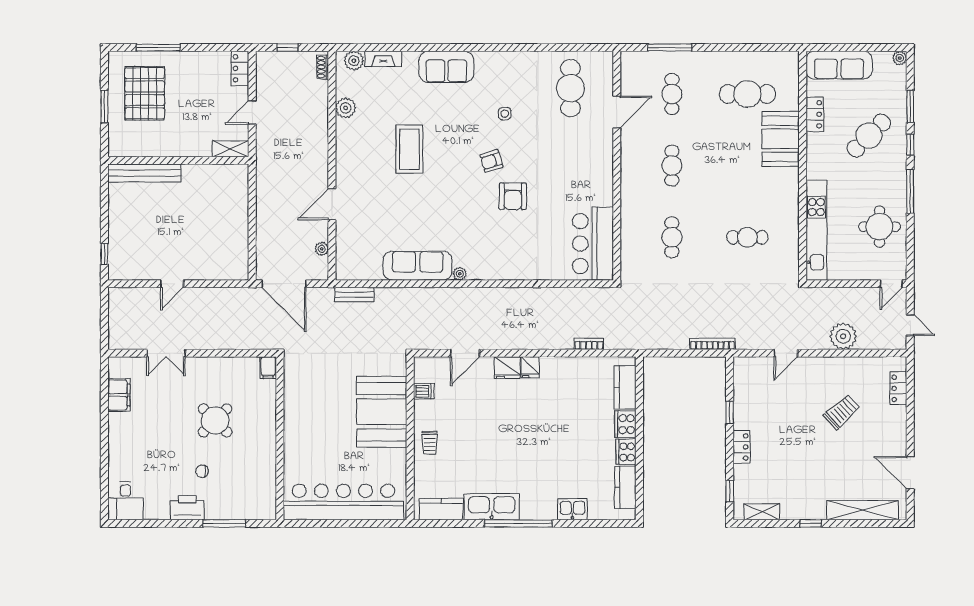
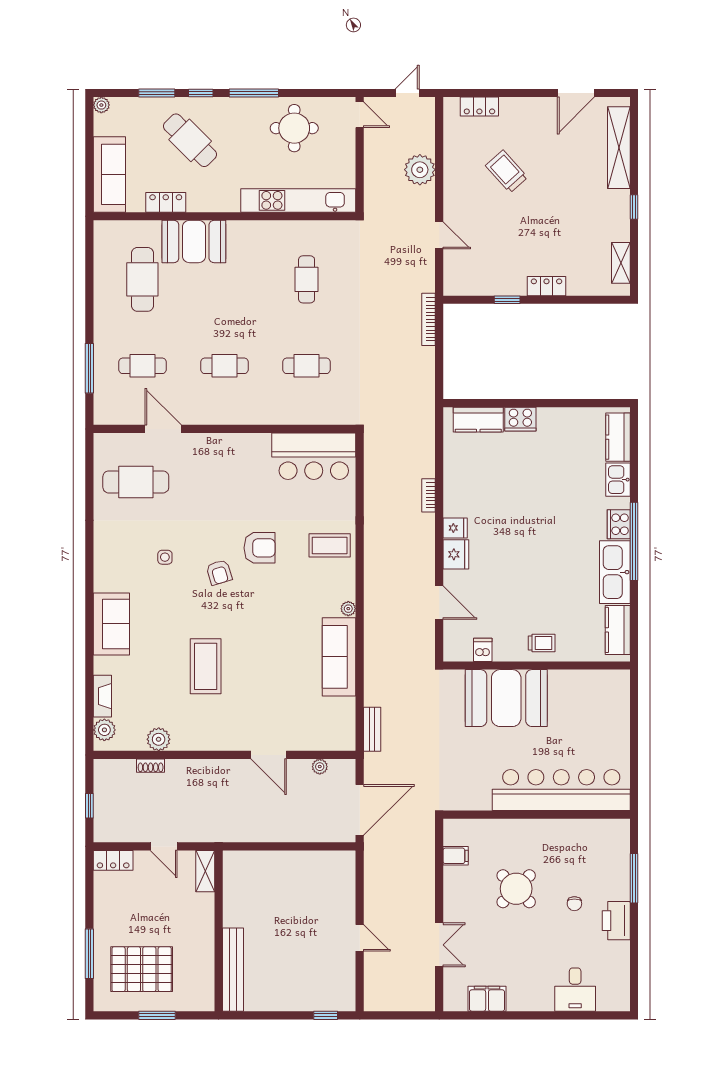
shoe rack: (323, 67) -> (151, 766), moved
coffee table: (409, 149) -> (206, 666), turned 90
coffee table: (515, 257) -> (330, 545), added
bookcase: (589, 344) -> (429, 495), moved
filing cabinet: (268, 368) -> (456, 856), moved
cooker: (626, 452) -> (619, 524), moved, turned 90
kitchen counter: (625, 487) -> (618, 437), moved, turned 90
window: (730, 491) -> (597, 300), removed
desk: (126, 501) -> (575, 990), moved, turned 90
bar counter: (343, 502) -> (561, 790), moved, turned 90

